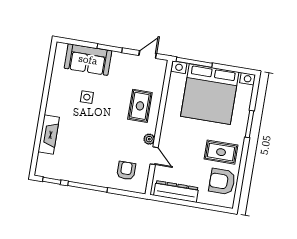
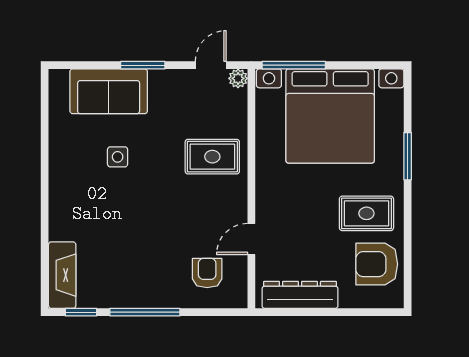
rug: (140, 106) -> (212, 157), turned 90
fireplace: (49, 135) -> (62, 275), moved
plant: (149, 139) -> (238, 78), moved
door: (154, 156) -> (251, 239), swing flipped

